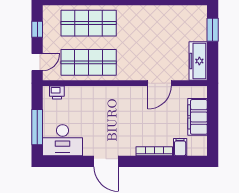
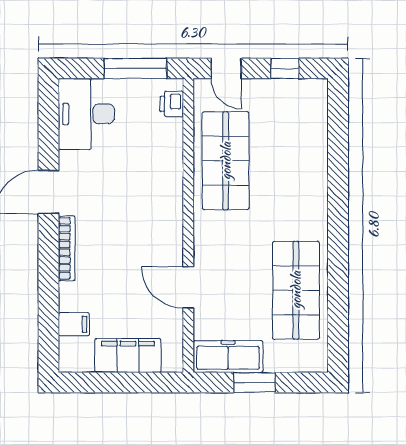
shop shelf: (89, 23) -> (296, 290), moved
window: (213, 30) -> (255, 383), moved
window: (37, 127) -> (135, 68), moved
bookcase: (154, 151) -> (67, 248), moved

